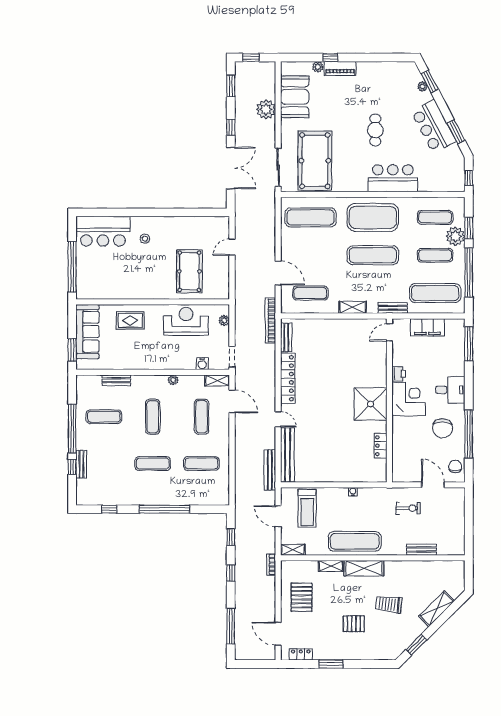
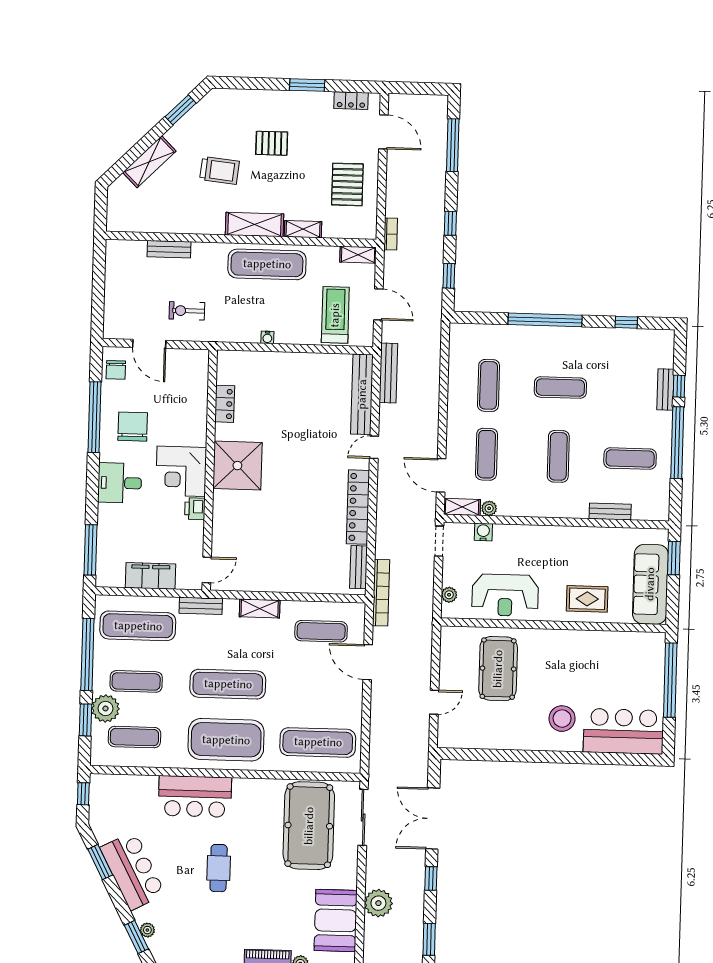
stool: (145, 239) -> (562, 719), width x1.89, depth x1.89
plant: (173, 380) -> (489, 508), moved
door: (278, 419) -> (374, 447), hinge flipped
exercise mat: (202, 464) -> (489, 385), turned 90

